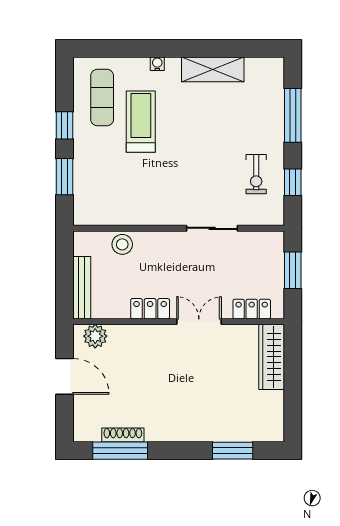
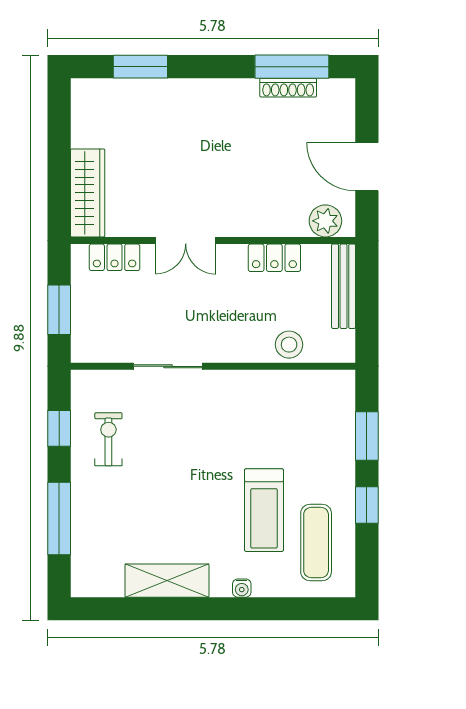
locker: (150, 309) -> (274, 258), moved

